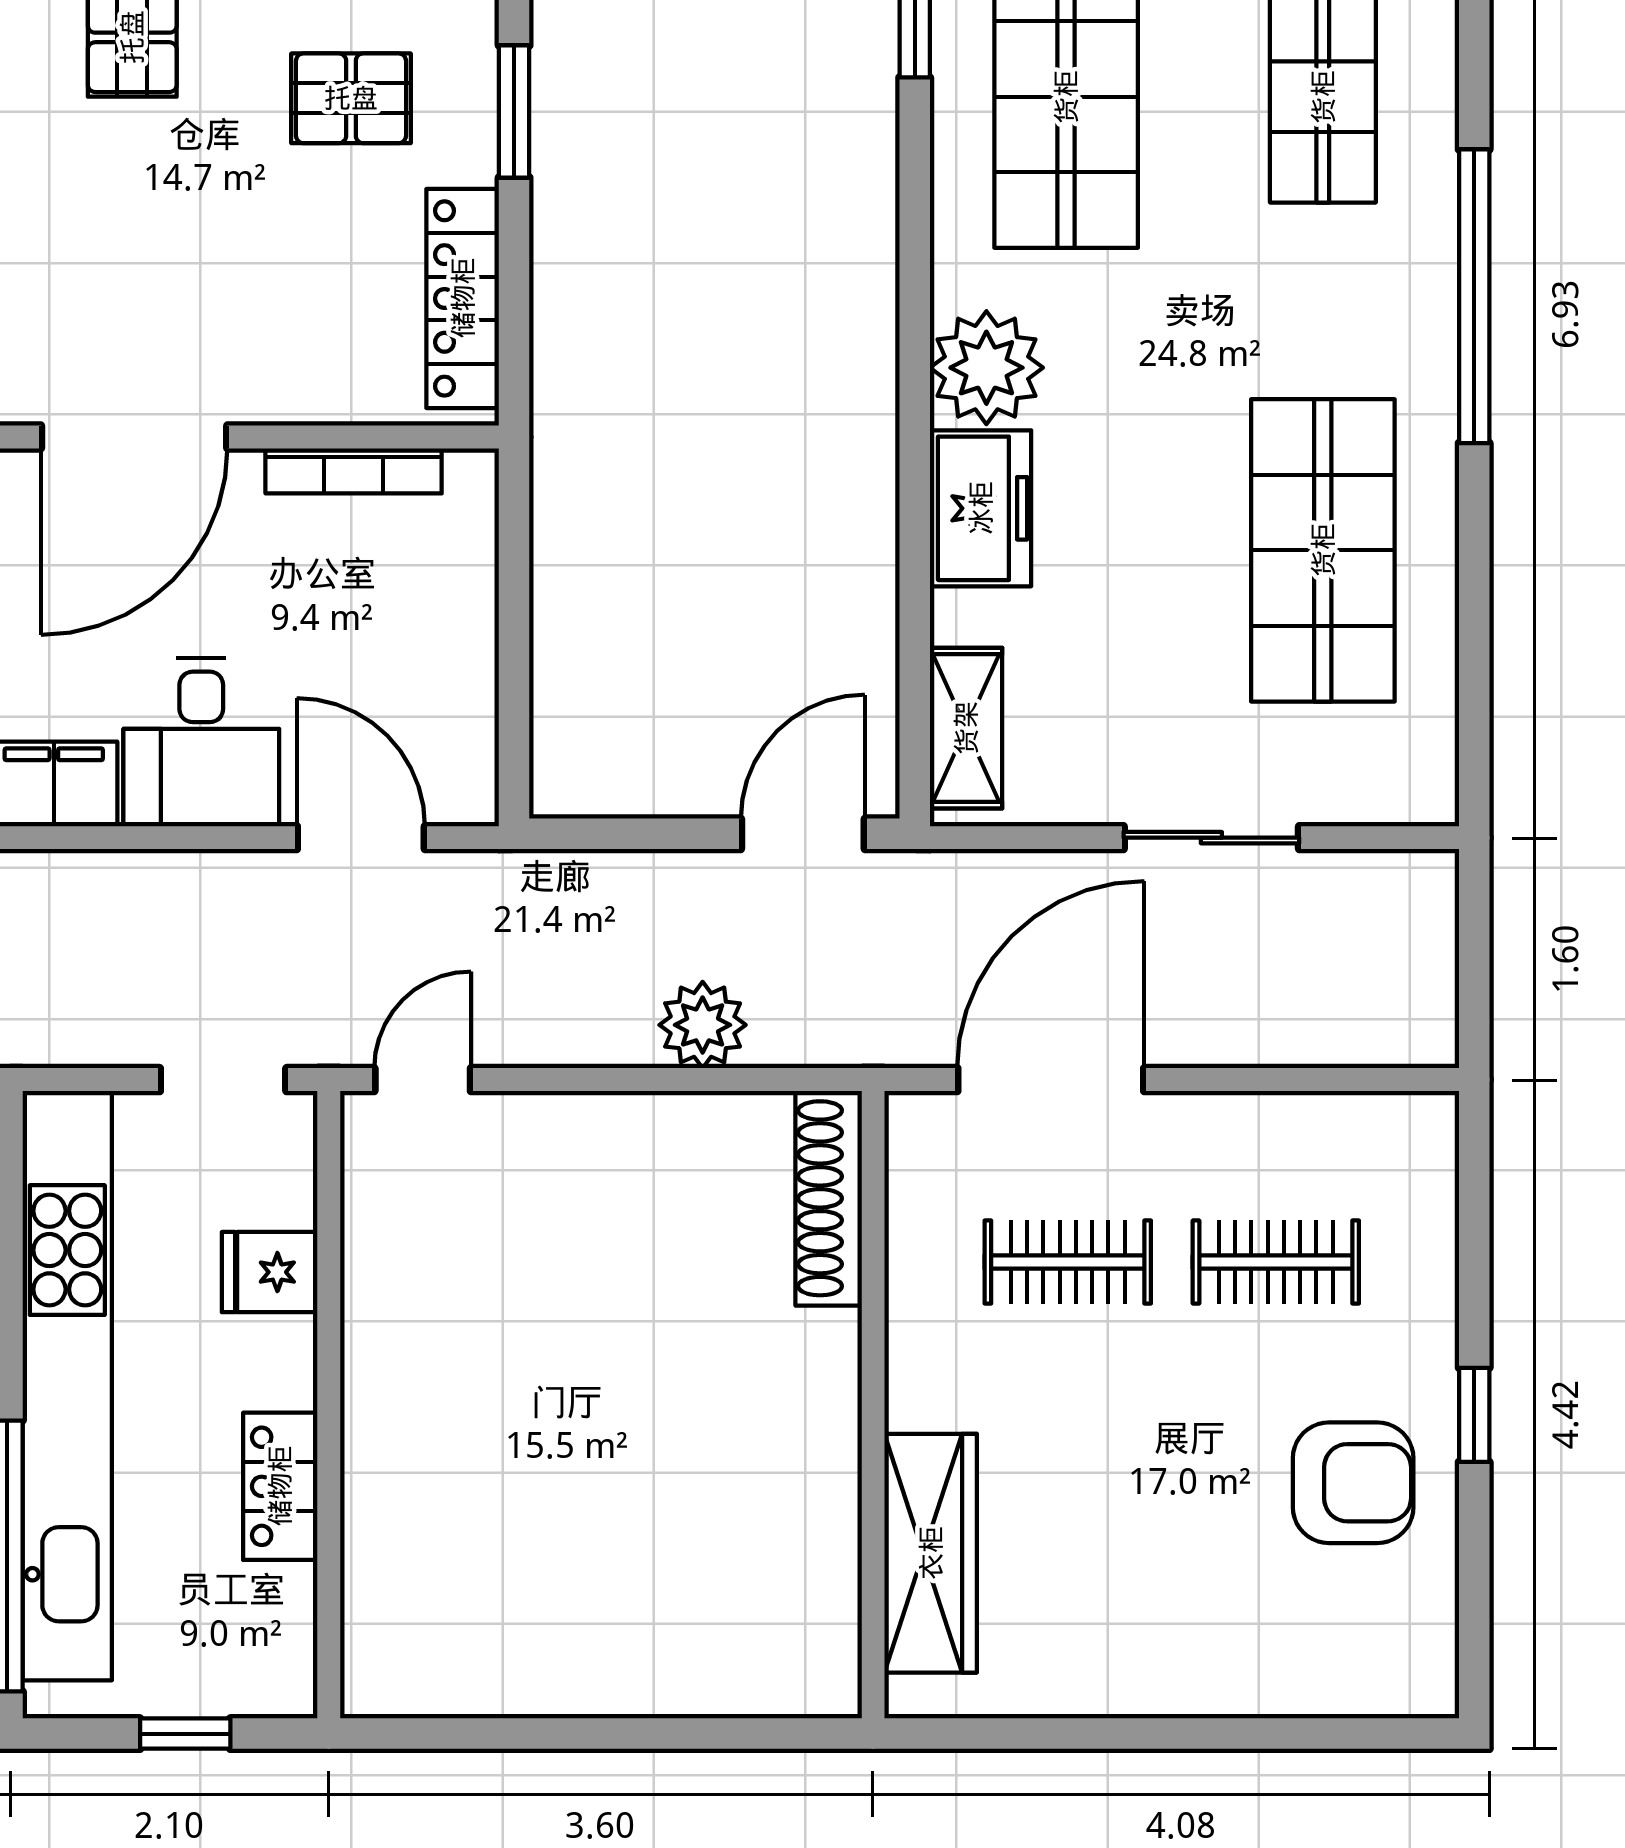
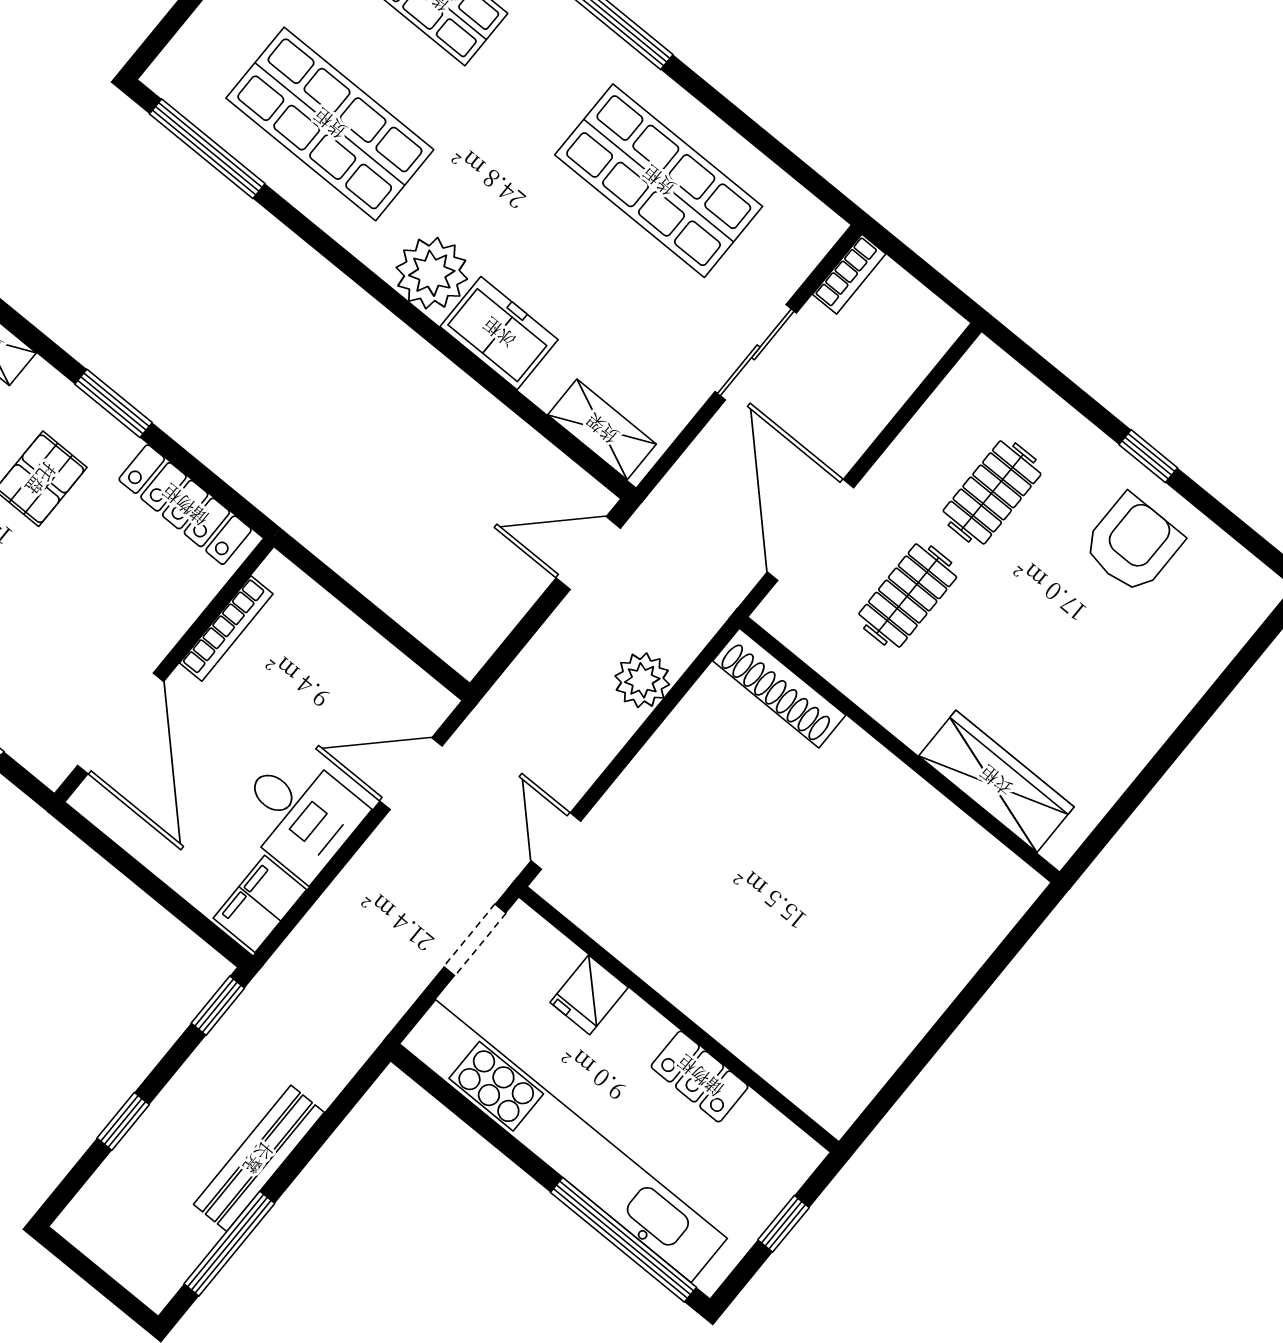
door: (803, 834) -> (588, 553), hinge flipped
bookcase: (1398, 873) -> (849, 274), added

